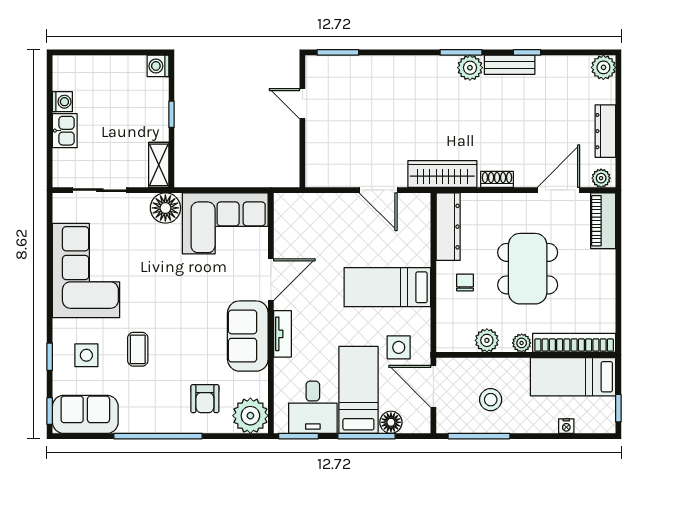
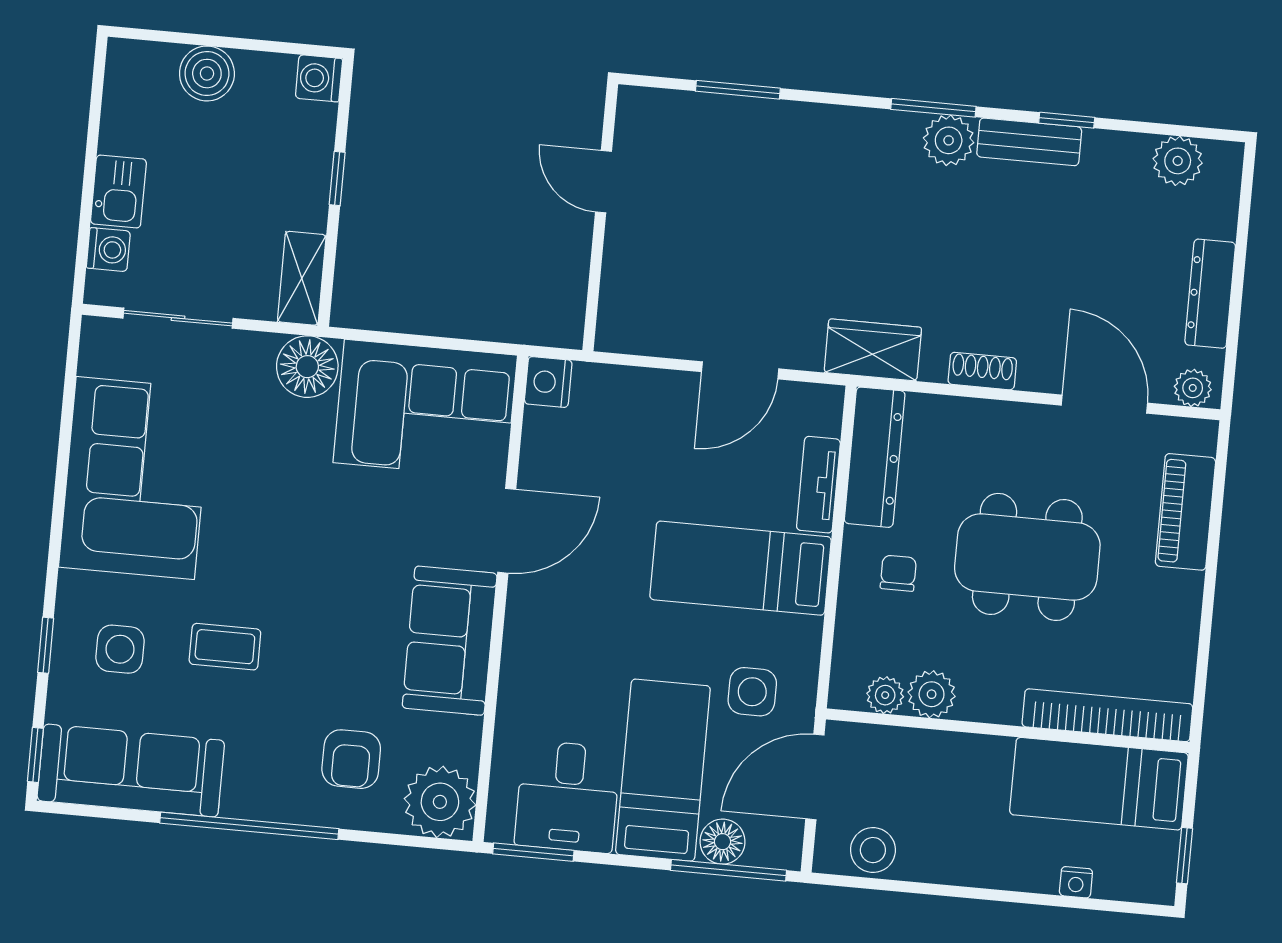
window: (338, 52) -> (738, 90), moved
plant: (603, 67) -> (1178, 161), moved
boiler: (103, 69) -> (207, 74), added
washing machine: (62, 102) -> (108, 250), moved
wardrobe: (442, 174) -> (873, 350), width x0.67
door: (378, 190) -> (740, 370), hinge flipped
door: (558, 190) -> (1104, 404), hinge flipped
nightstand: (284, 205) -> (548, 382), added
piano: (603, 221) -> (1185, 512), moved
dining table: (528, 269) -> (1027, 557), turned 90
tv unit: (282, 334) -> (818, 485), moved, turned 180
plant: (522, 343) -> (885, 695), moved
coffee table: (138, 349) -> (225, 647), turned 90
door: (433, 386) -> (815, 777), hinge flipped
stool: (491, 400) -> (873, 850), moved
sofa: (85, 414) -> (131, 771), width x1.36
window: (367, 436) -> (729, 870), moved
window: (479, 436) -> (898, 886), removed

